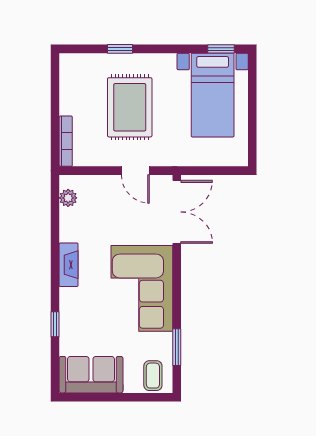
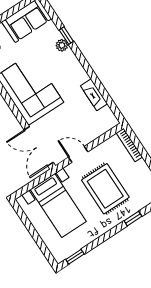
bed with nightstands: (213, 95) -> (58, 206), moved, turned 180
plant: (68, 198) -> (62, 45), moved
fireplace: (69, 265) -> (94, 95), moved

